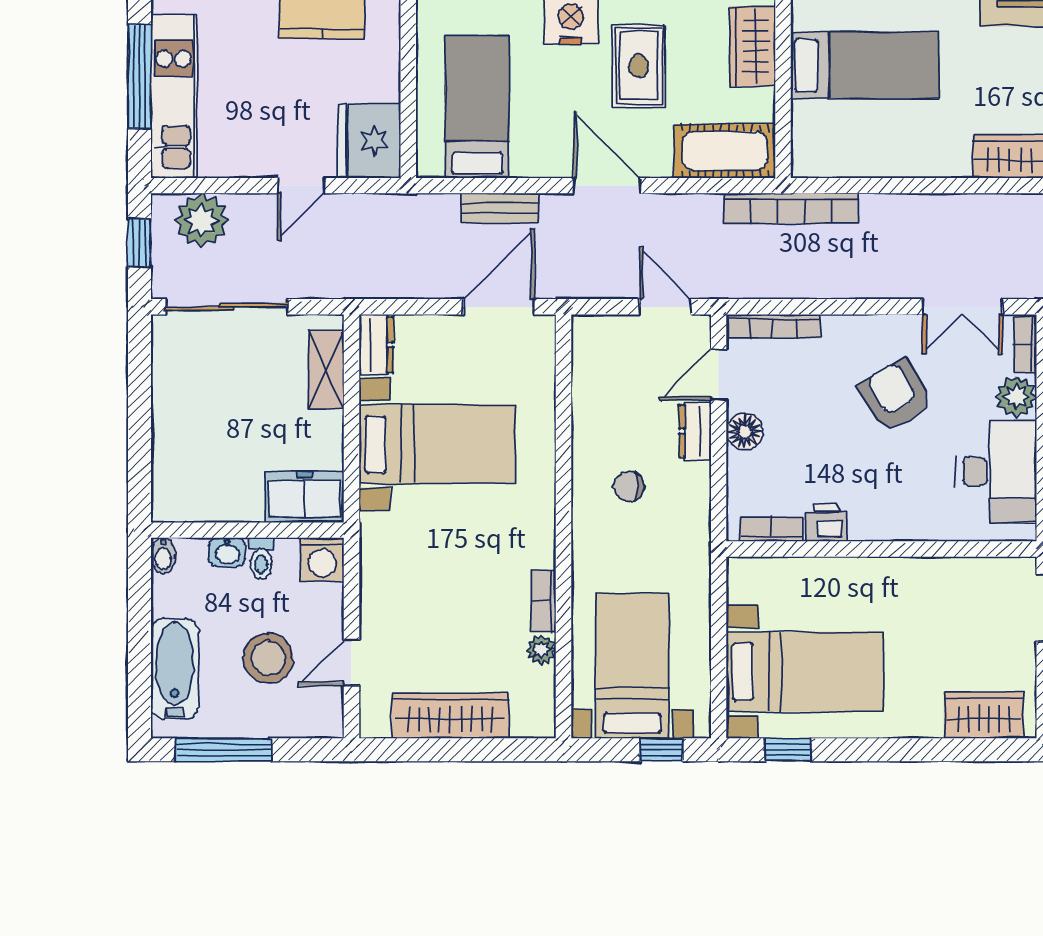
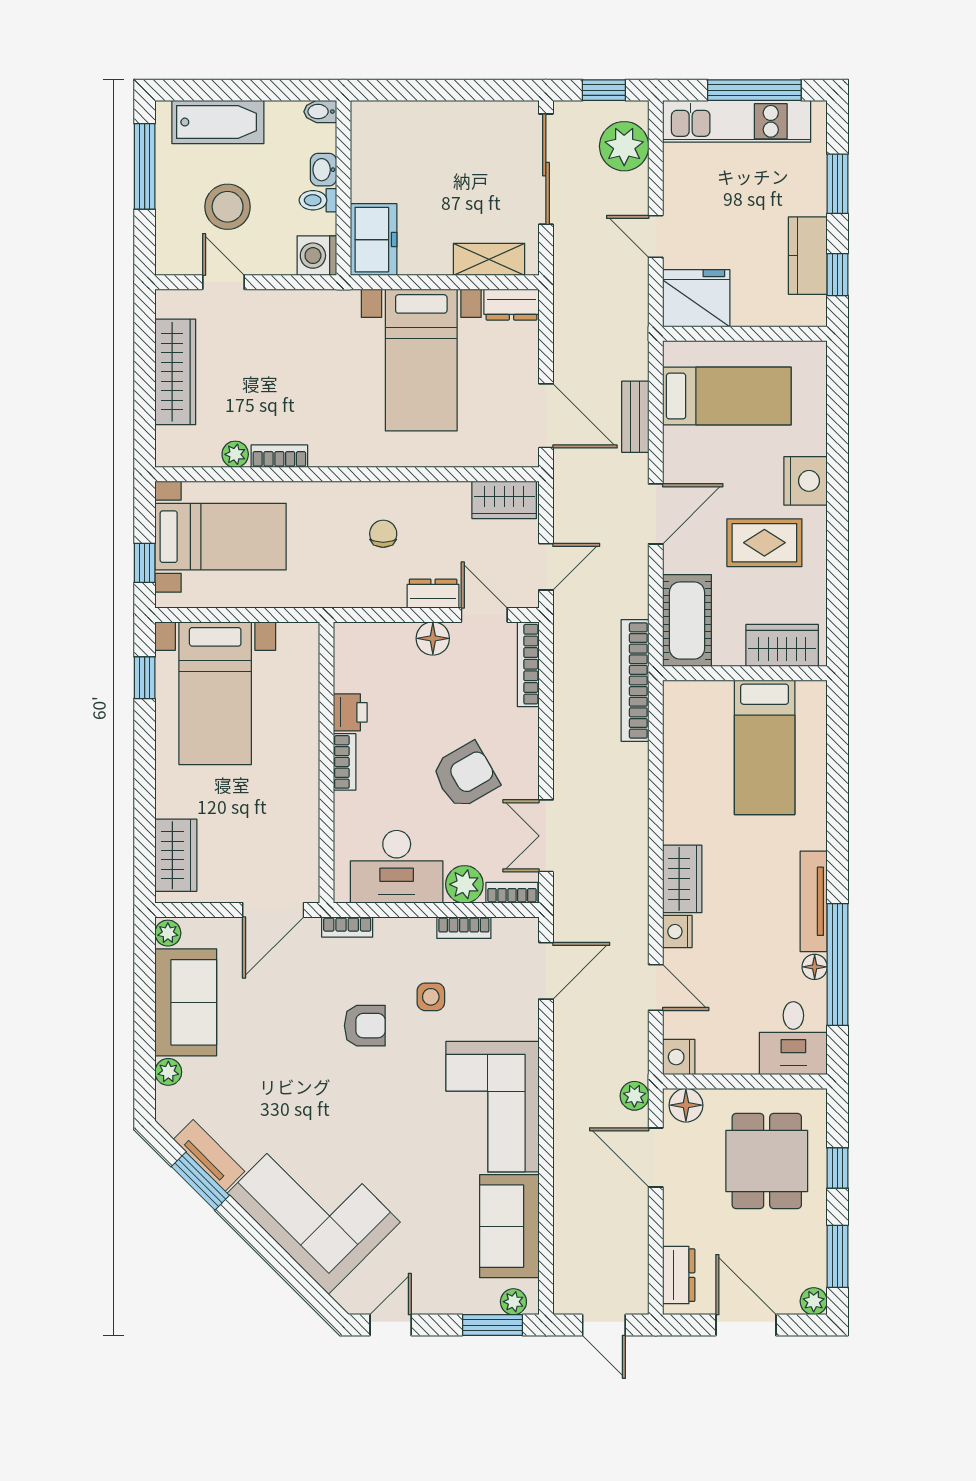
wardrobe: (592, 353) -> (504, 500), added
bookcase: (771, 529) -> (345, 762), moved

